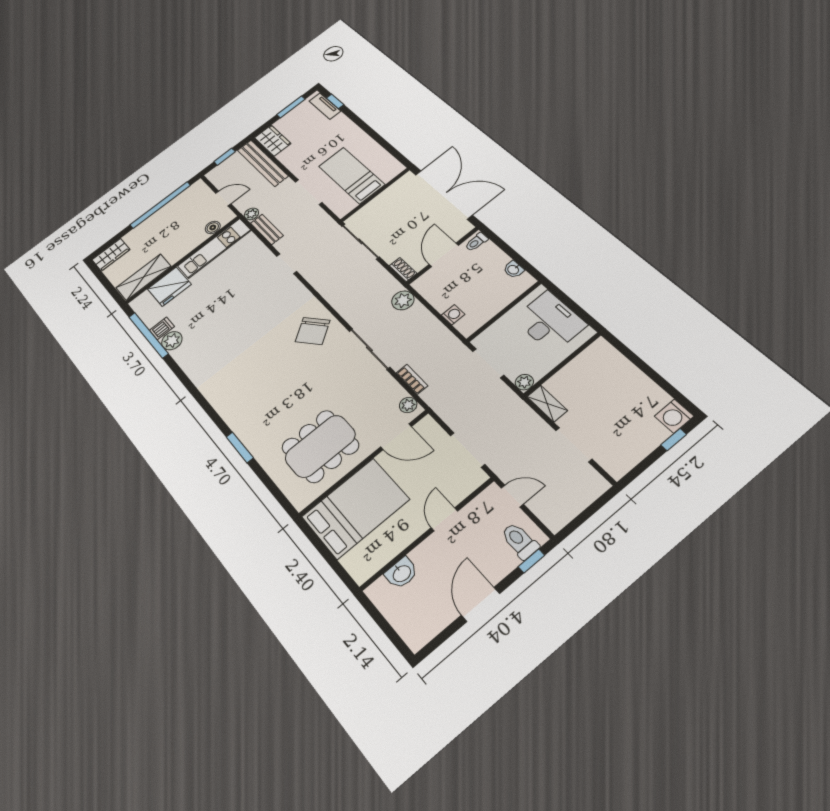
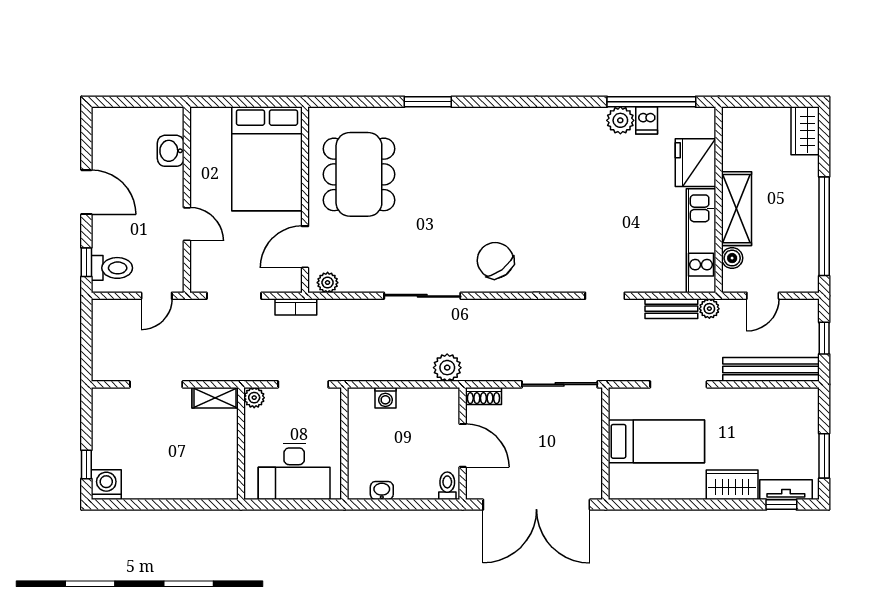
wardrobe: (273, 141) -> (732, 485), moved, turned 180
shelving: (143, 277) -> (736, 209), moved
bookcase: (412, 379) -> (296, 307), moved

